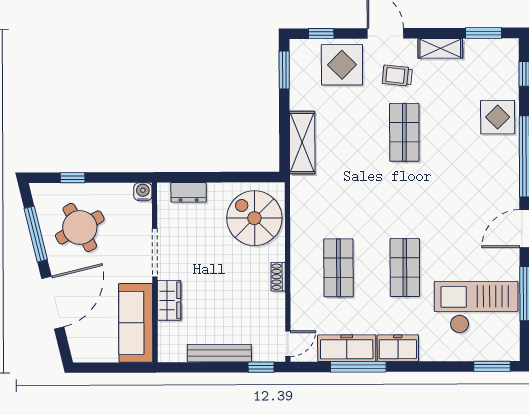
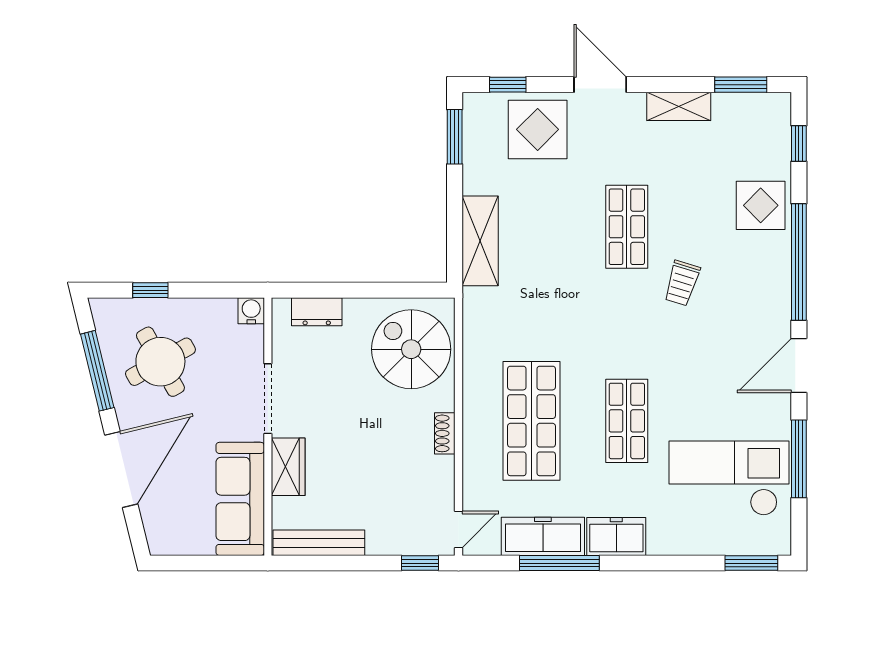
trolley: (397, 76) -> (682, 283), moved, turned -79
shop shelf: (338, 268) -> (531, 421), width x1.43, depth x1.36
bench: (219, 353) -> (319, 543), moved

